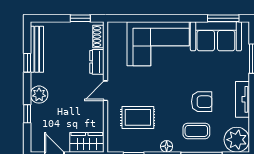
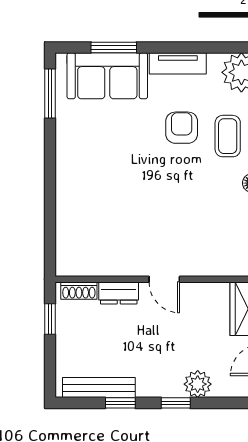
sofa: (216, 36) -> (107, 76), moved, turned 90
corner sofa: (158, 44) -> (90, 196), removed
plant: (39, 95) -> (198, 384), moved
window: (27, 114) -> (176, 403), moved
rug: (138, 117) -> (206, 228), removed

